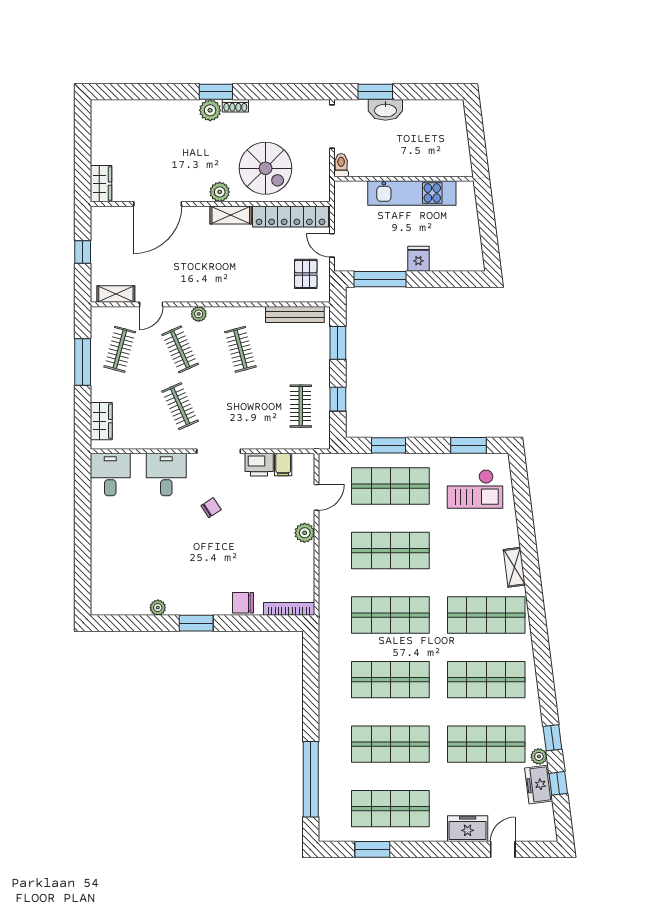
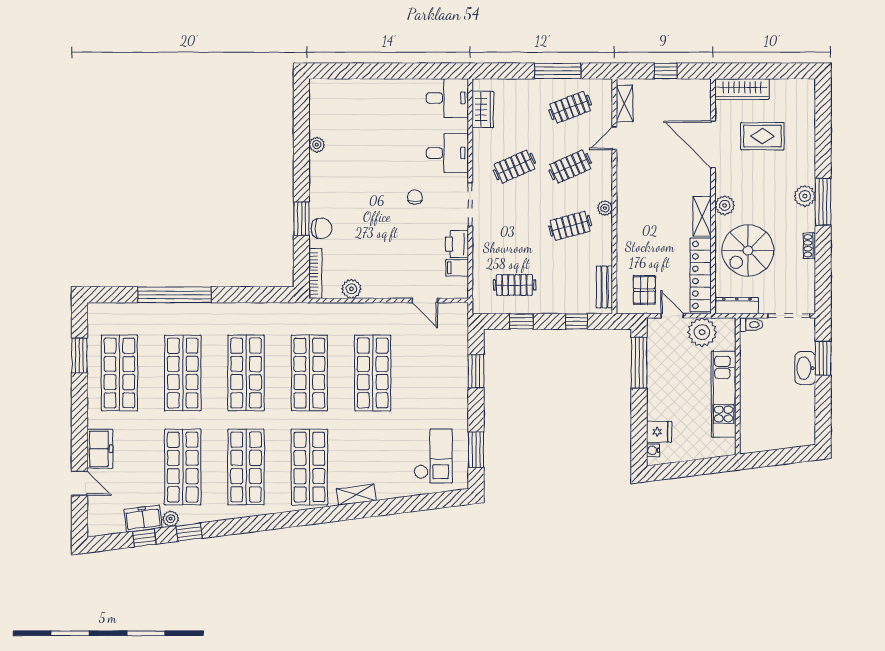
window: (216, 92) -> (823, 202), width x1.44
shoe rack: (235, 106) -> (809, 246), moved
rug: (149, 154) -> (762, 136), added
dresser: (322, 179) -> (737, 306), added
wardrobe: (101, 184) -> (742, 89), width x1.50
plant: (349, 215) -> (702, 332), added
door: (332, 245) -> (672, 316), hinge flipped
fridge: (418, 259) -> (659, 432), moved
water cooler: (469, 265) -> (653, 450), added
pallet: (306, 274) -> (644, 290), turned 90
door: (151, 304) -> (614, 138), hinge flipped
plant: (199, 314) -> (605, 208), moved
bench: (295, 314) -> (604, 287), width x0.73
window: (338, 343) -> (576, 321), width x0.67
clothes rail: (120, 349) -> (570, 107), turned -36
wardrobe: (101, 421) -> (483, 109), moved, turned -90
shop shelf: (390, 486) -> (436, 373), removed
checkout: (475, 489) -> (433, 456), turned 180
chair: (211, 508) -> (415, 197), turned -147
plant: (305, 533) -> (351, 289), moved
chair: (243, 603) -> (321, 228), turned 90
window: (196, 623) -> (301, 219), moved
window: (311, 779) -> (174, 295), moved

